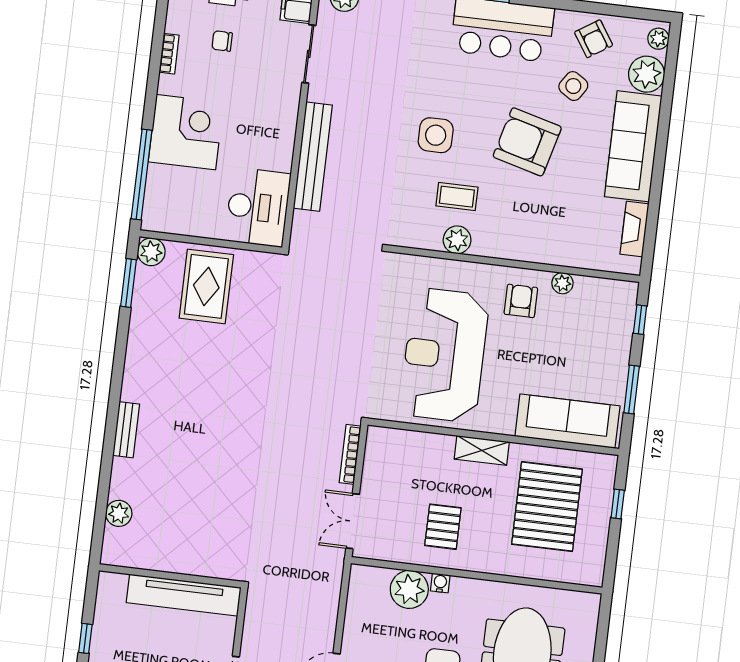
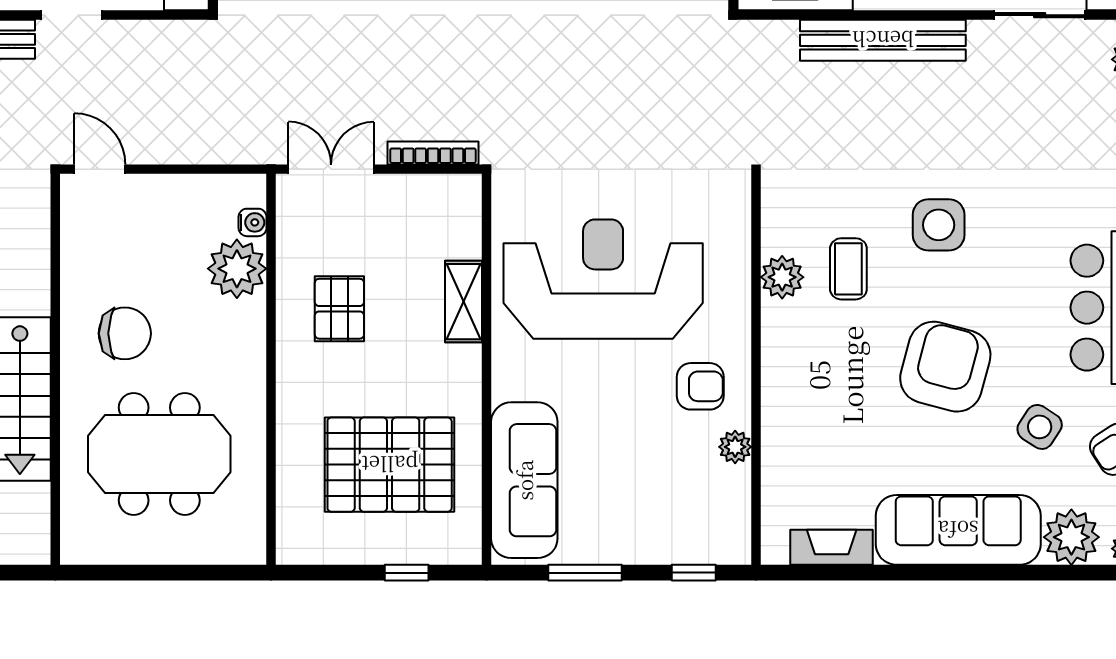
shelving: (482, 450) -> (464, 302), moved
pallet: (443, 527) -> (339, 309), turned 90
water cooler: (440, 583) -> (253, 222), moved

